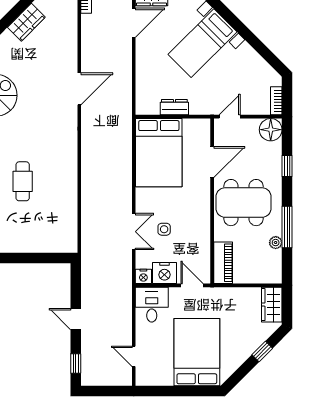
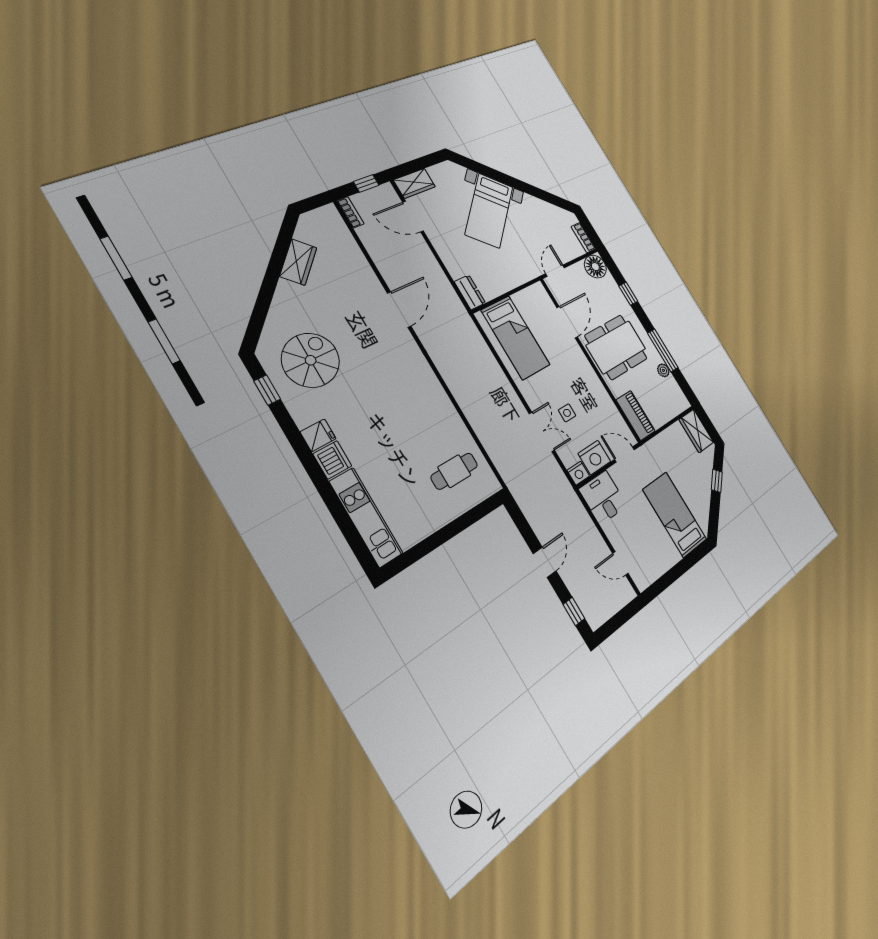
door: (134, 23) -> (413, 217), swing flipped
dresser: (174, 107) -> (470, 292), moved, turned 90
bed: (159, 153) -> (516, 338), width x0.67
cafe table: (23, 181) -> (454, 471), moved, turned 90
door: (76, 319) -> (545, 562), swing flipped
bed: (197, 352) -> (675, 515), width x0.67

